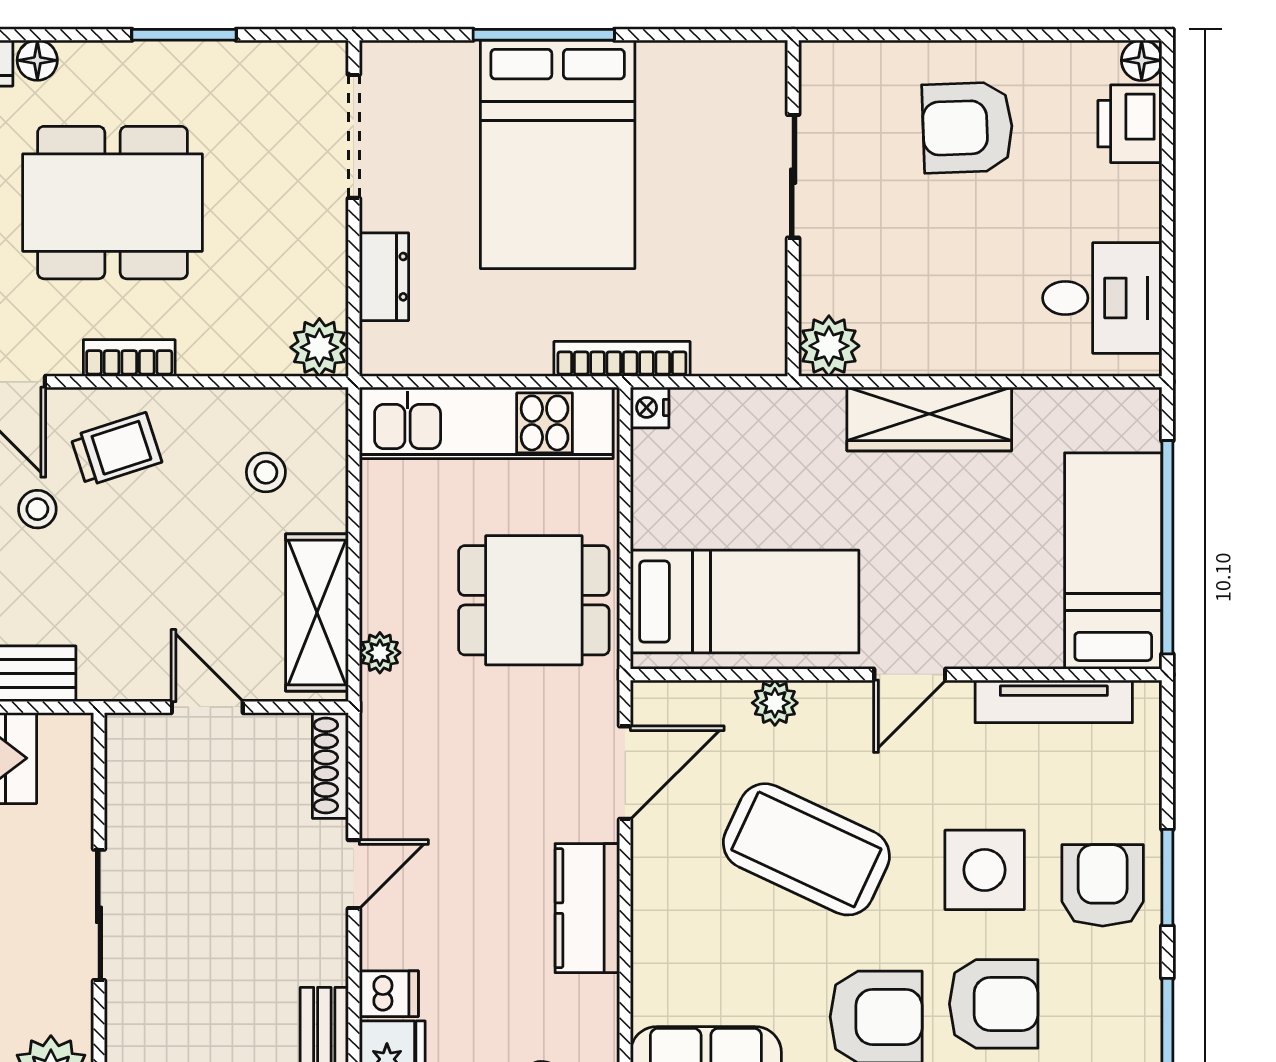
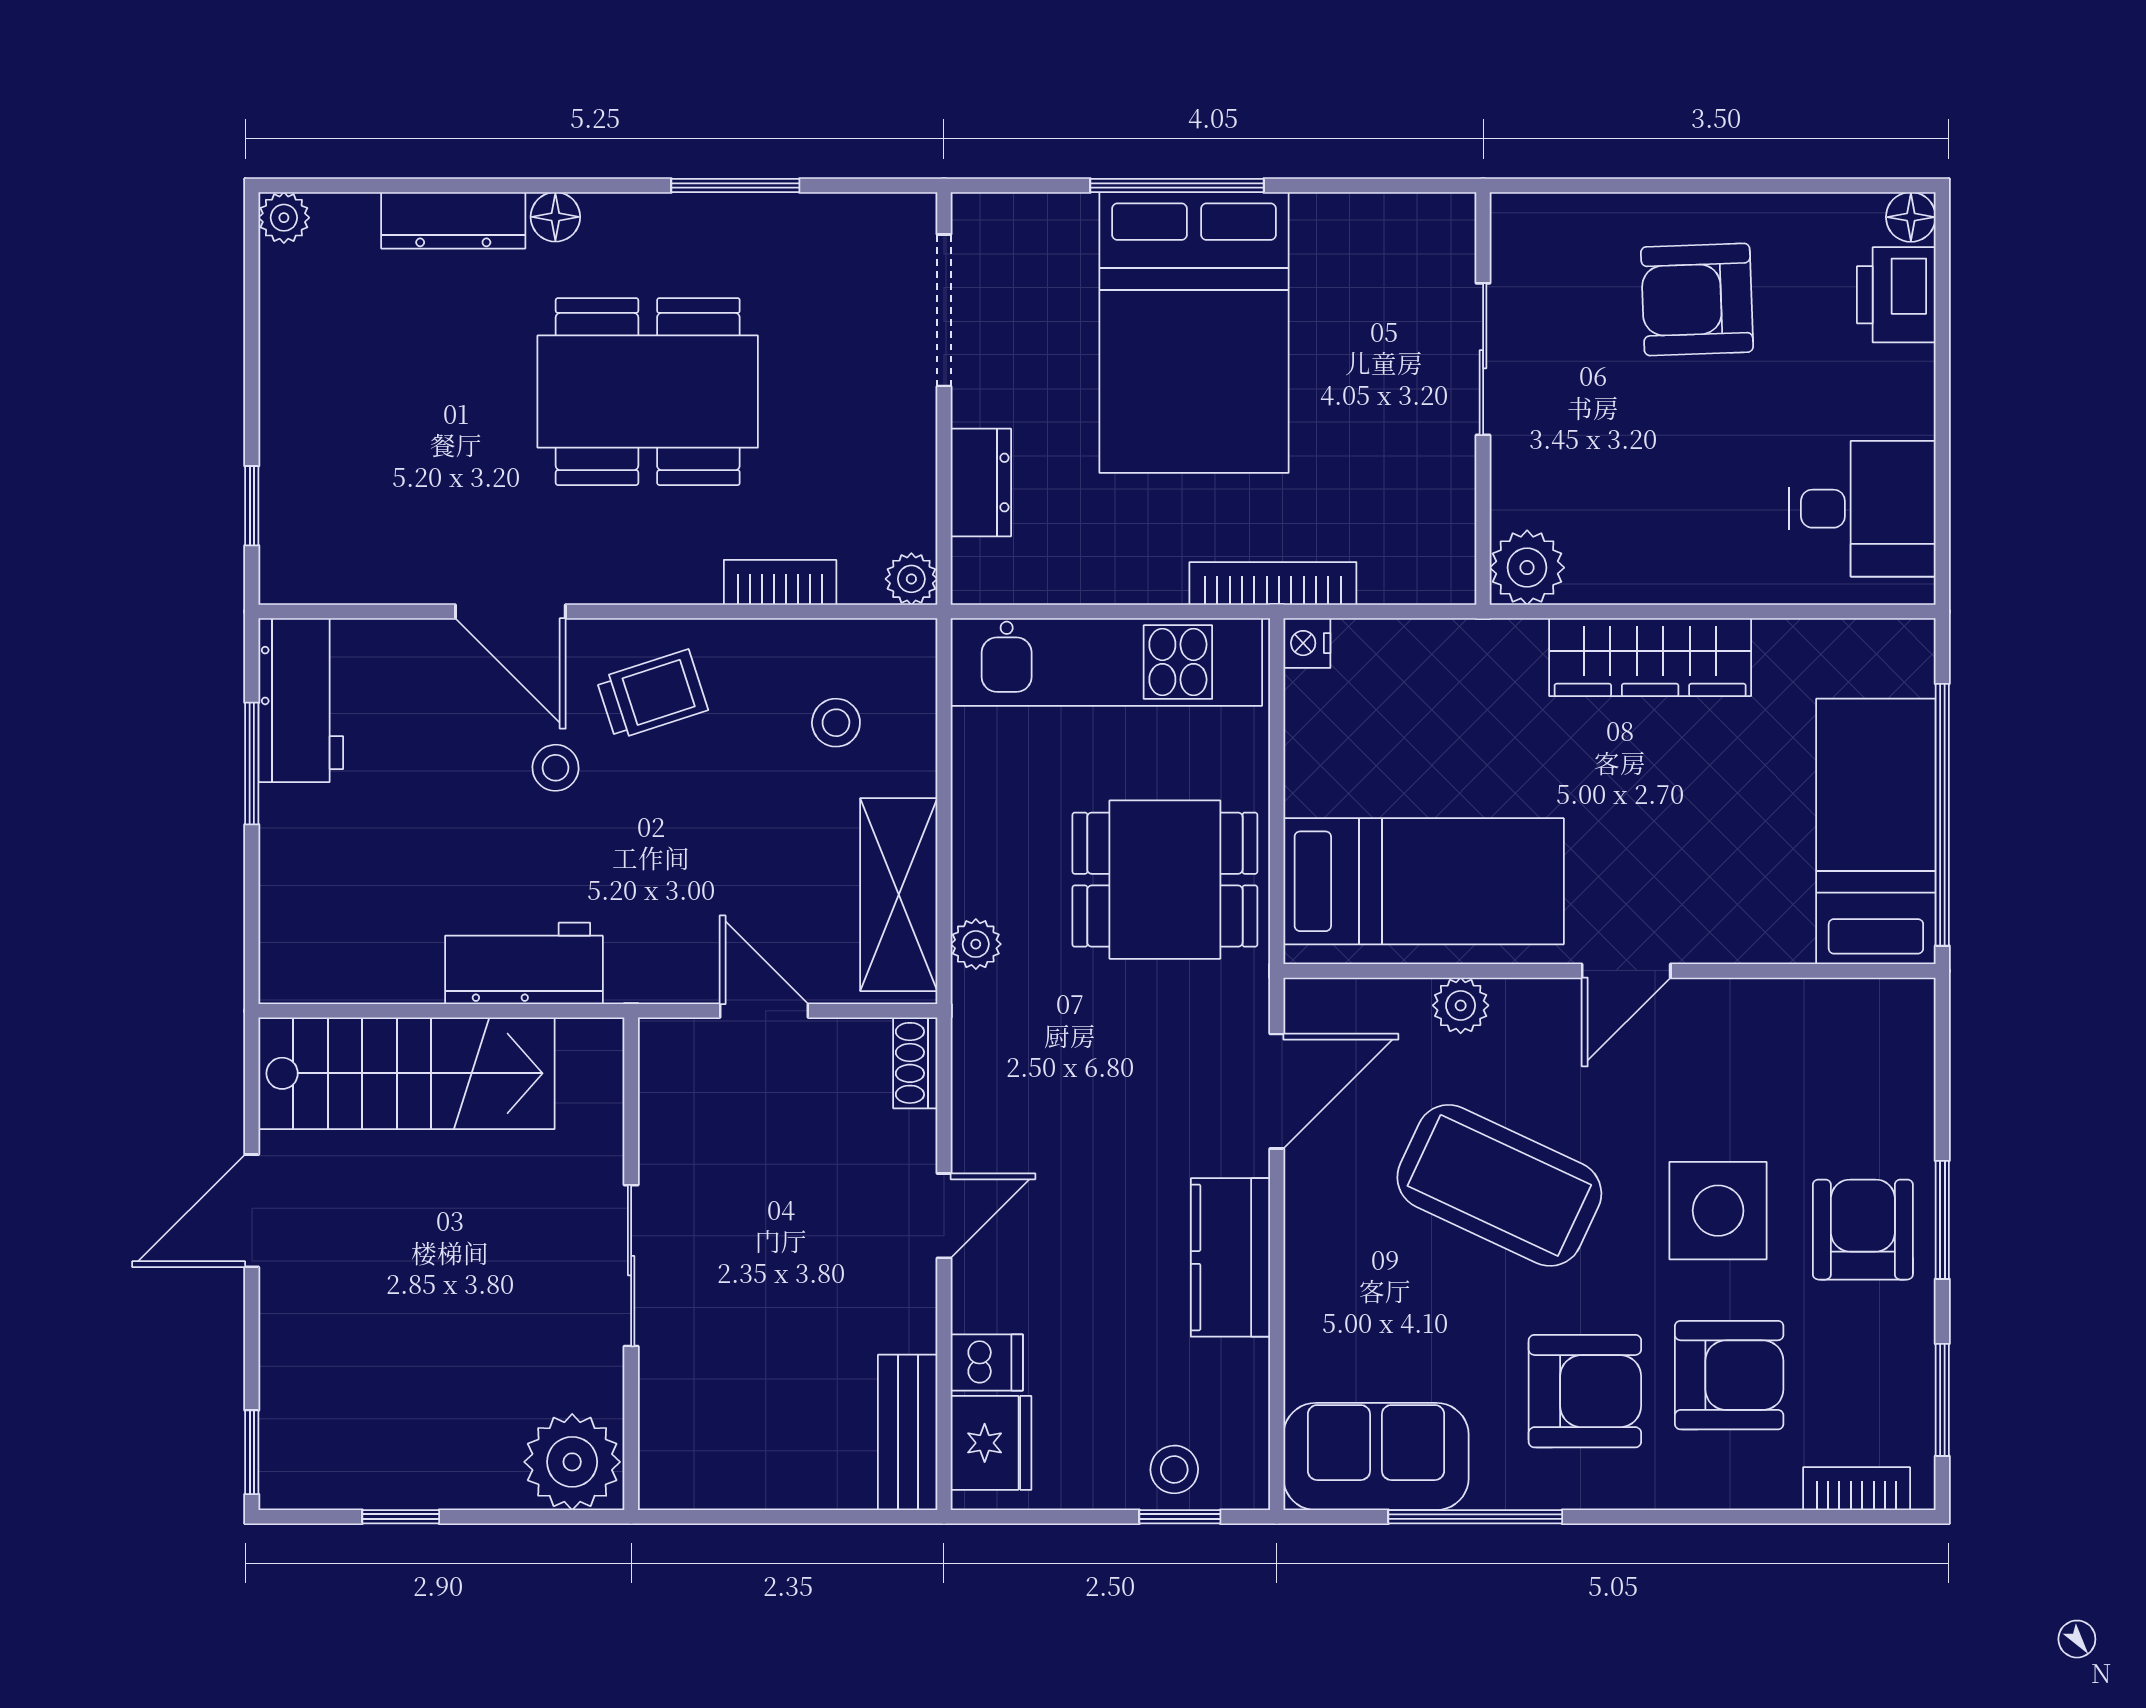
plant: (319, 347) -> (911, 579), width x0.73, depth x0.73
bookcase: (129, 358) -> (780, 582), moved
tv unit: (1054, 701) -> (1803, 1004), removed
shoe rack: (330, 765) -> (915, 1063), width x0.70

